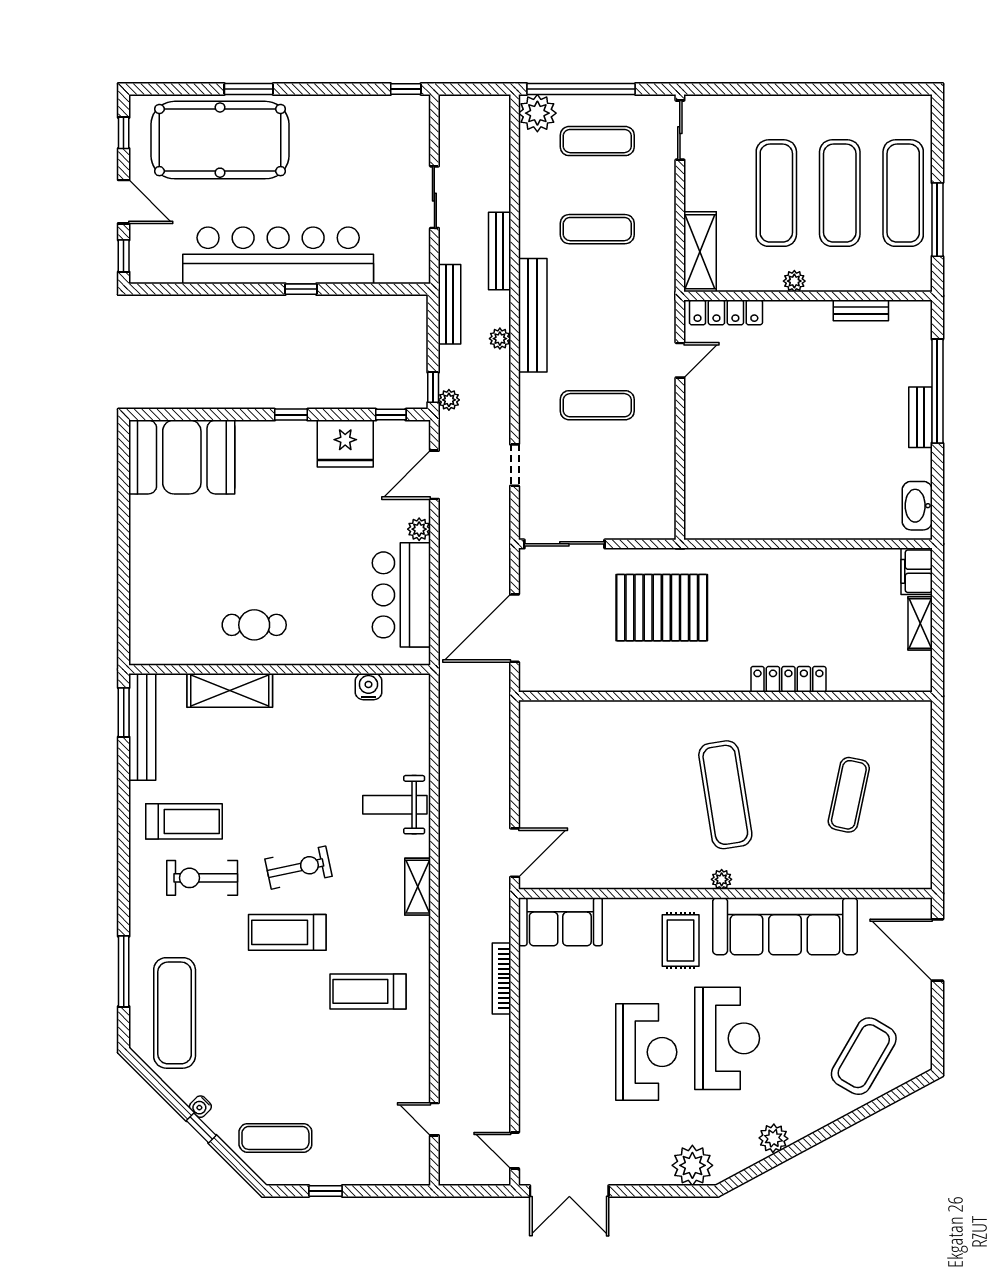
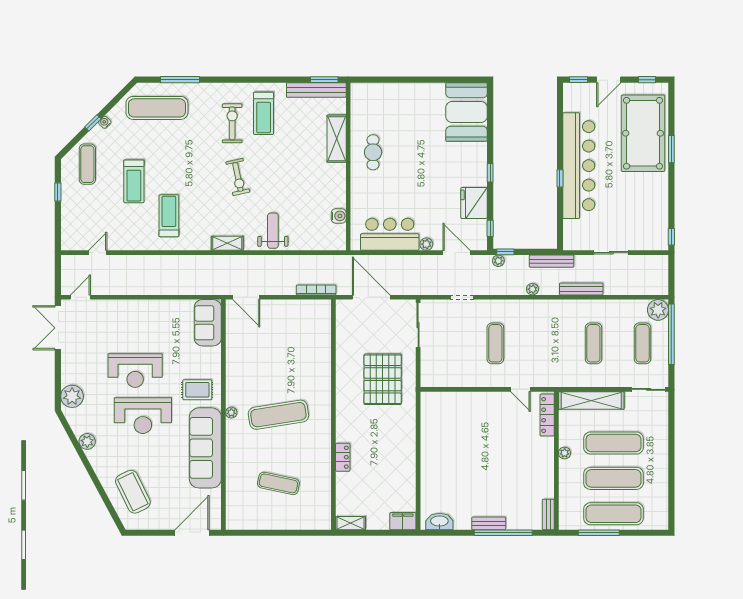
shelving: (700, 252) -> (591, 401), width x1.47
bench: (861, 310) -> (548, 514), moved
bench: (533, 315) -> (545, 307), removed
shelving: (920, 623) -> (351, 523), moved
locker: (788, 679) -> (343, 457), width x0.66
treadmill: (287, 932) -> (134, 181), moved, turned 180
bookcase: (501, 978) -> (316, 290), moved
coffee table: (864, 1056) -> (133, 492), turned 34

